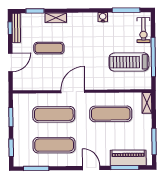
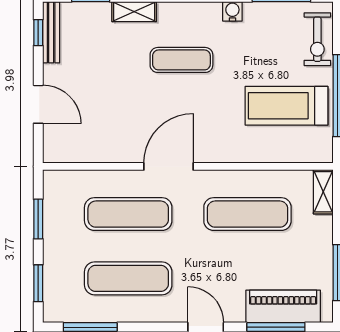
exercise mat: (49, 48) -> (181, 60), moved
door: (10, 62) -> (38, 104), hinge flipped

